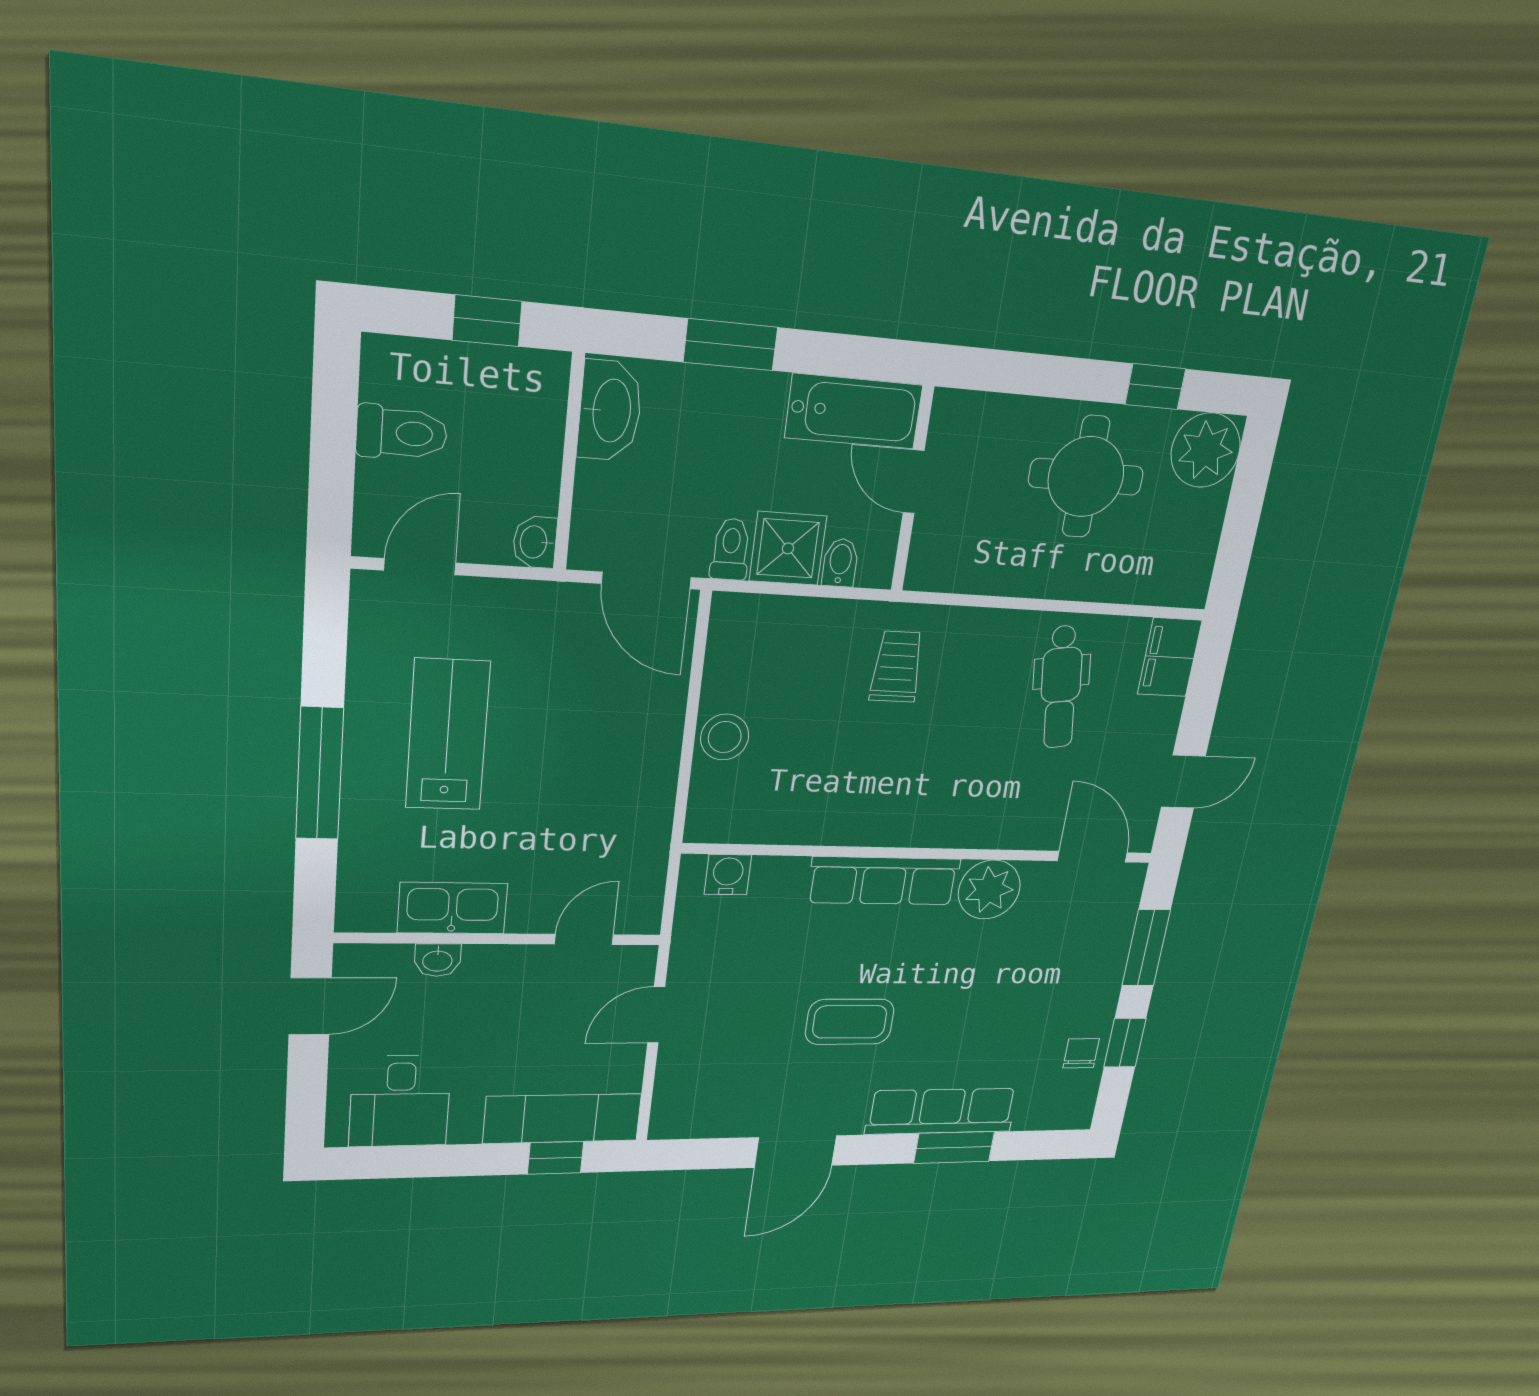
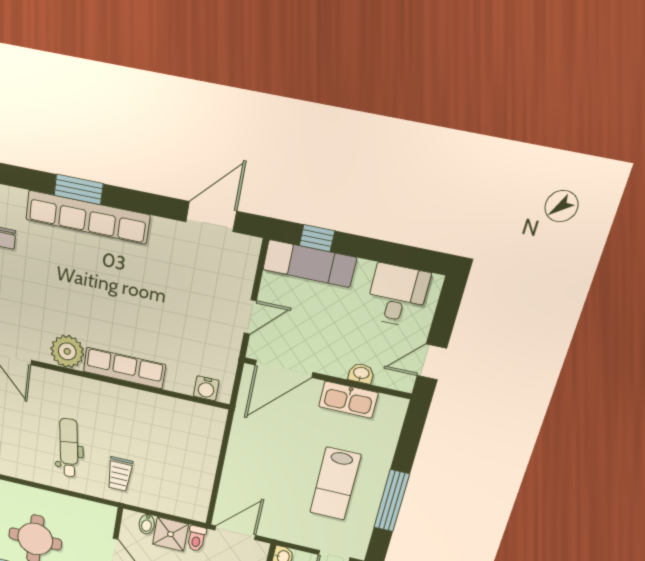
door: (646, 581) -> (235, 533), hinge flipped
dental chair: (1061, 687) -> (69, 448), moved
stool: (725, 737) -> (204, 457), removed
window: (320, 774) -> (392, 501), moved
door: (584, 939) -> (284, 369), width x1.88
coffee table: (850, 1022) -> (143, 289), removed
row of seats: (941, 1111) -> (87, 217), width x1.36
door: (796, 1152) -> (211, 217), moved

